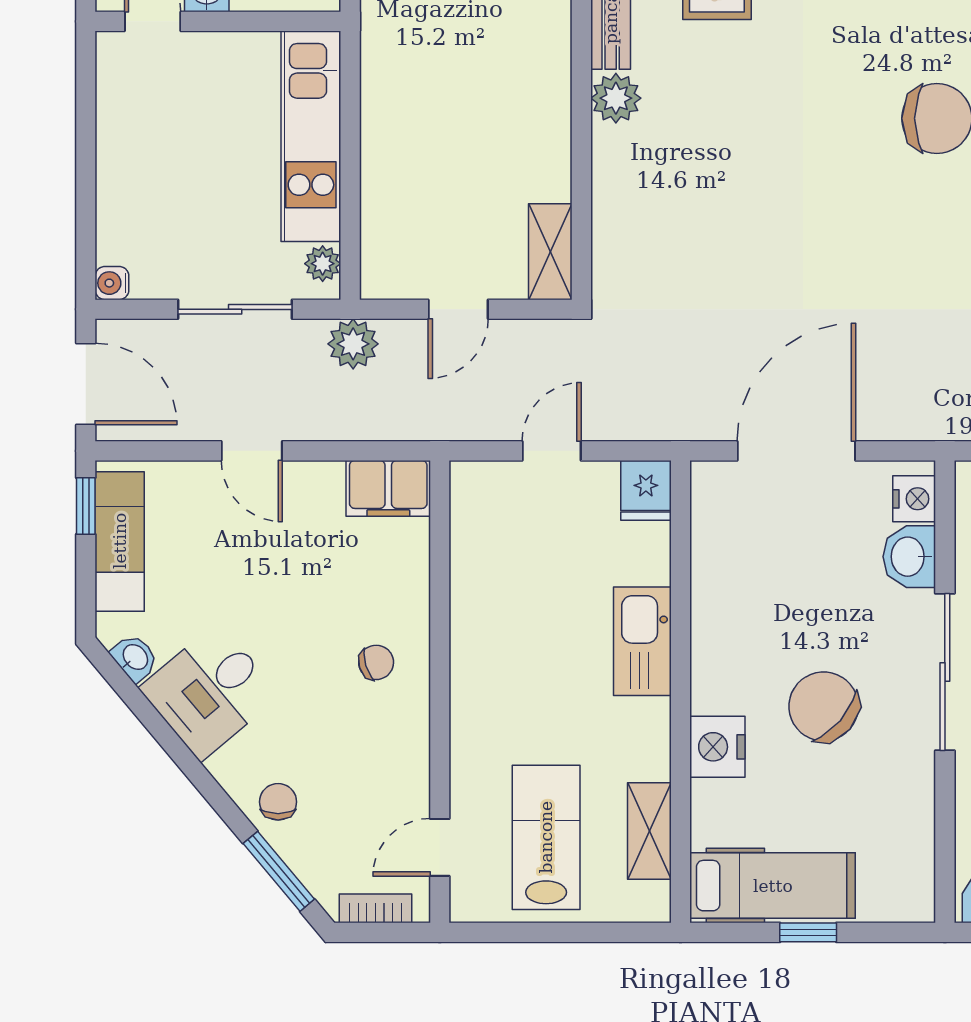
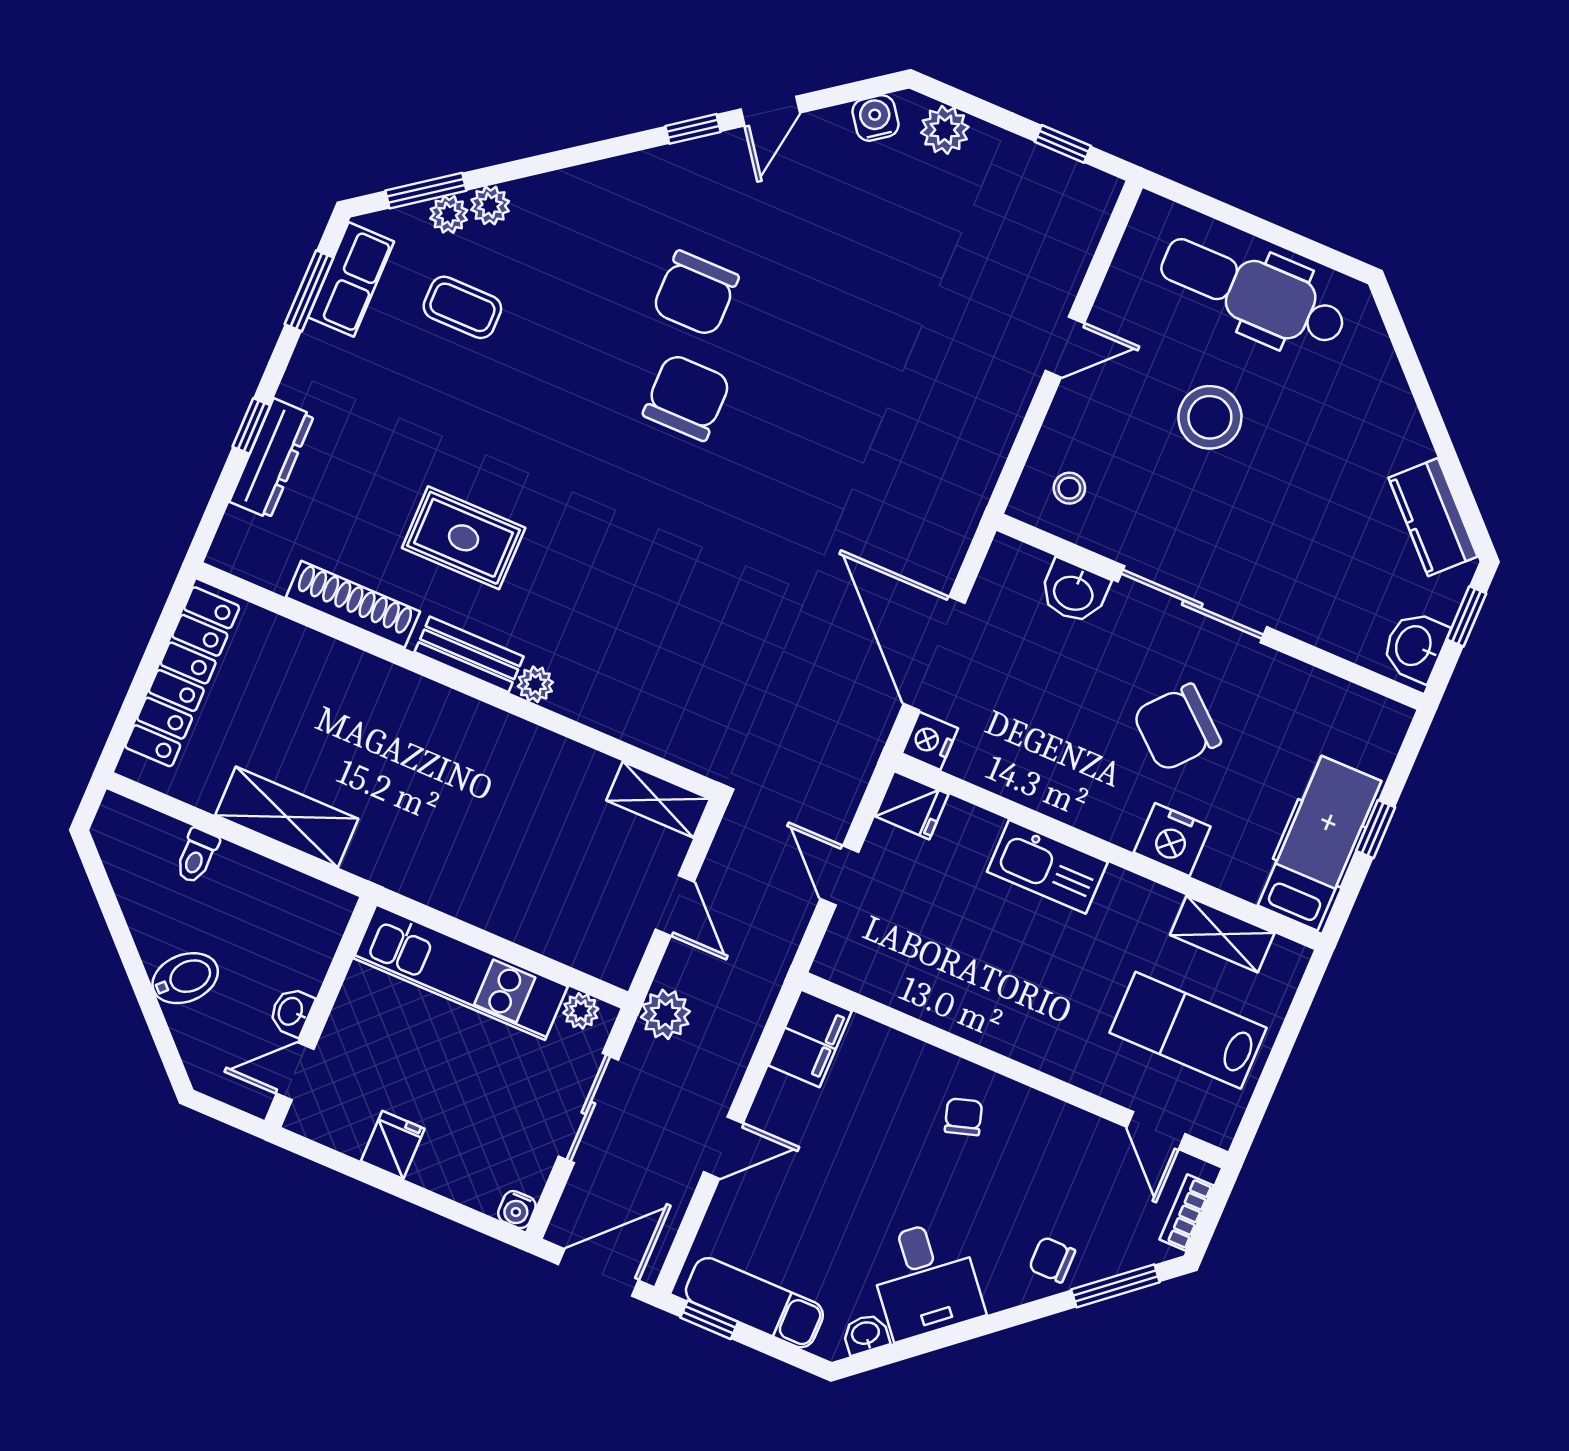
plant: (616, 98) -> (535, 684), width x0.73, depth x0.73
fridge: (123, 142) -> (393, 1145), added
nightstand: (914, 499) -> (930, 741), moved, turned -90

